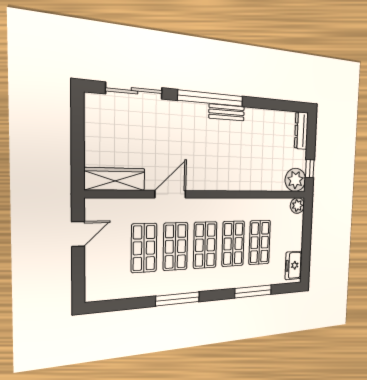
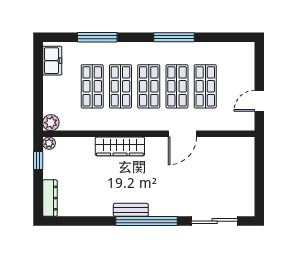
wardrobe: (115, 179) -> (120, 146), moved
plant: (295, 180) -> (49, 143), width x0.53, depth x0.53

